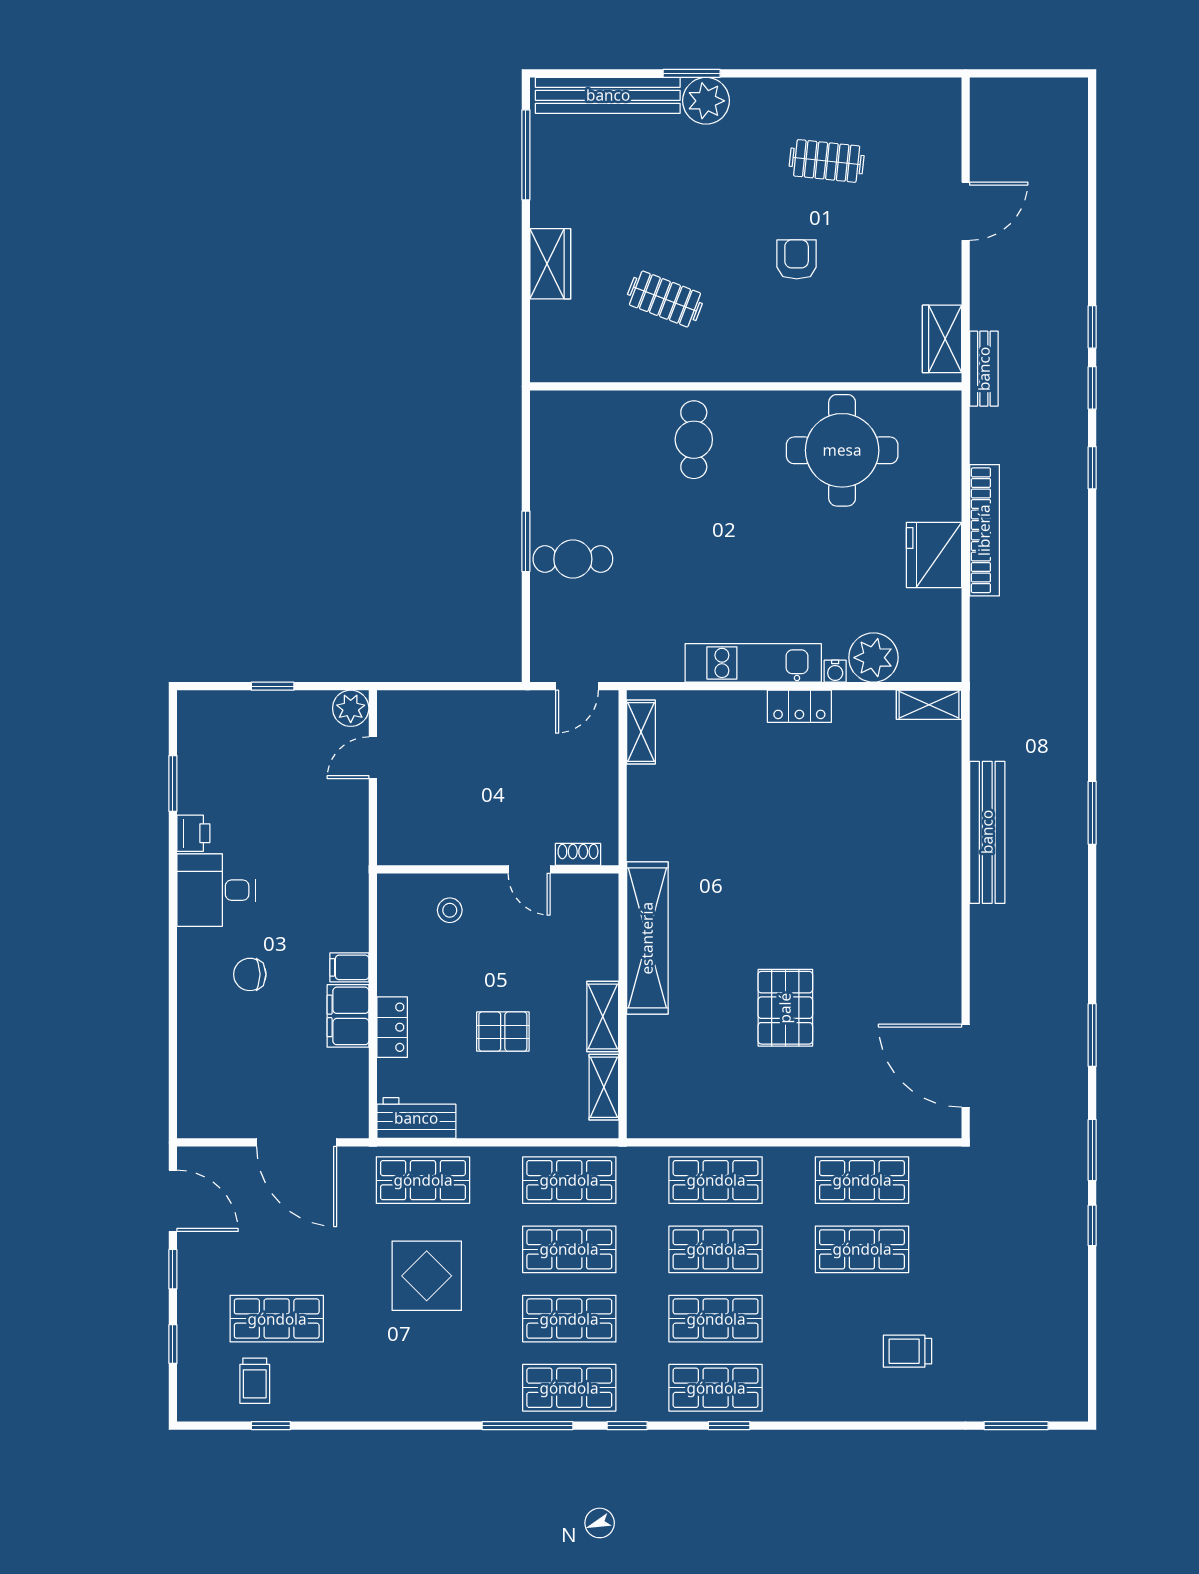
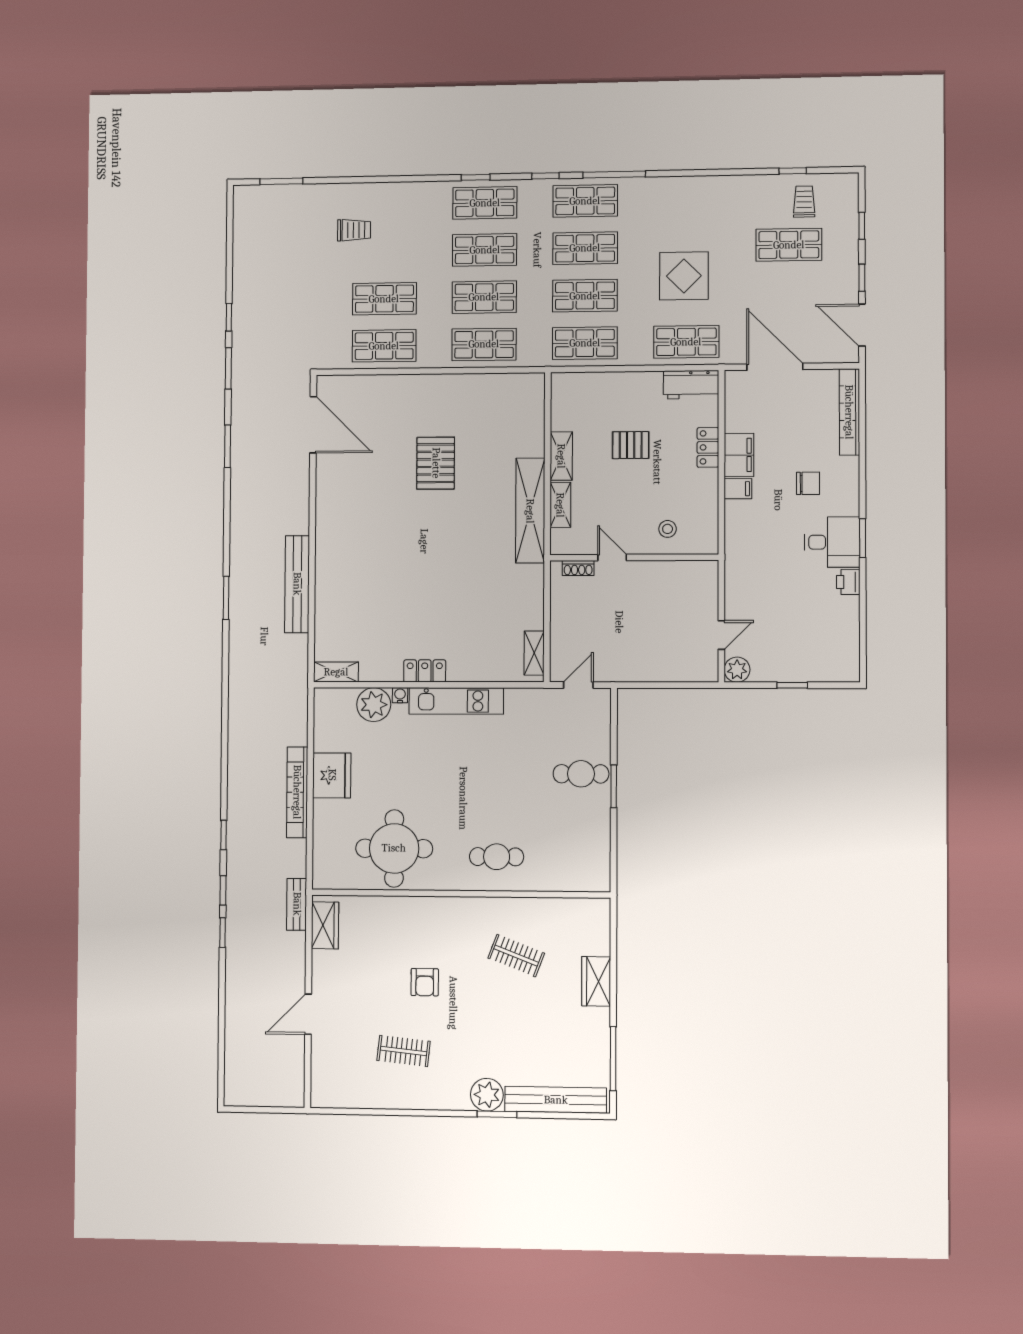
cafe table: (694, 440) -> (497, 857), turned 90
window: (173, 783) -> (863, 538), moved
bookcase: (191, 1076) -> (849, 412), added
shelving: (604, 1087) -> (560, 505), moved

